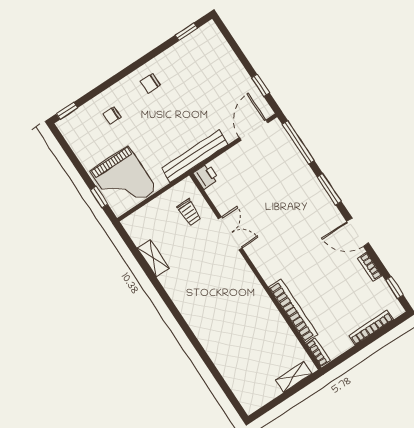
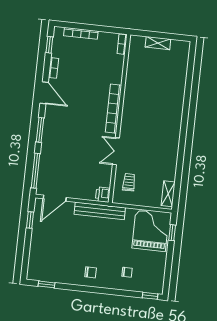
shelving: (153, 258) -> (168, 194), moved
bookcase: (293, 311) -> (113, 109), moved
shelving: (294, 377) -> (158, 43), moved

